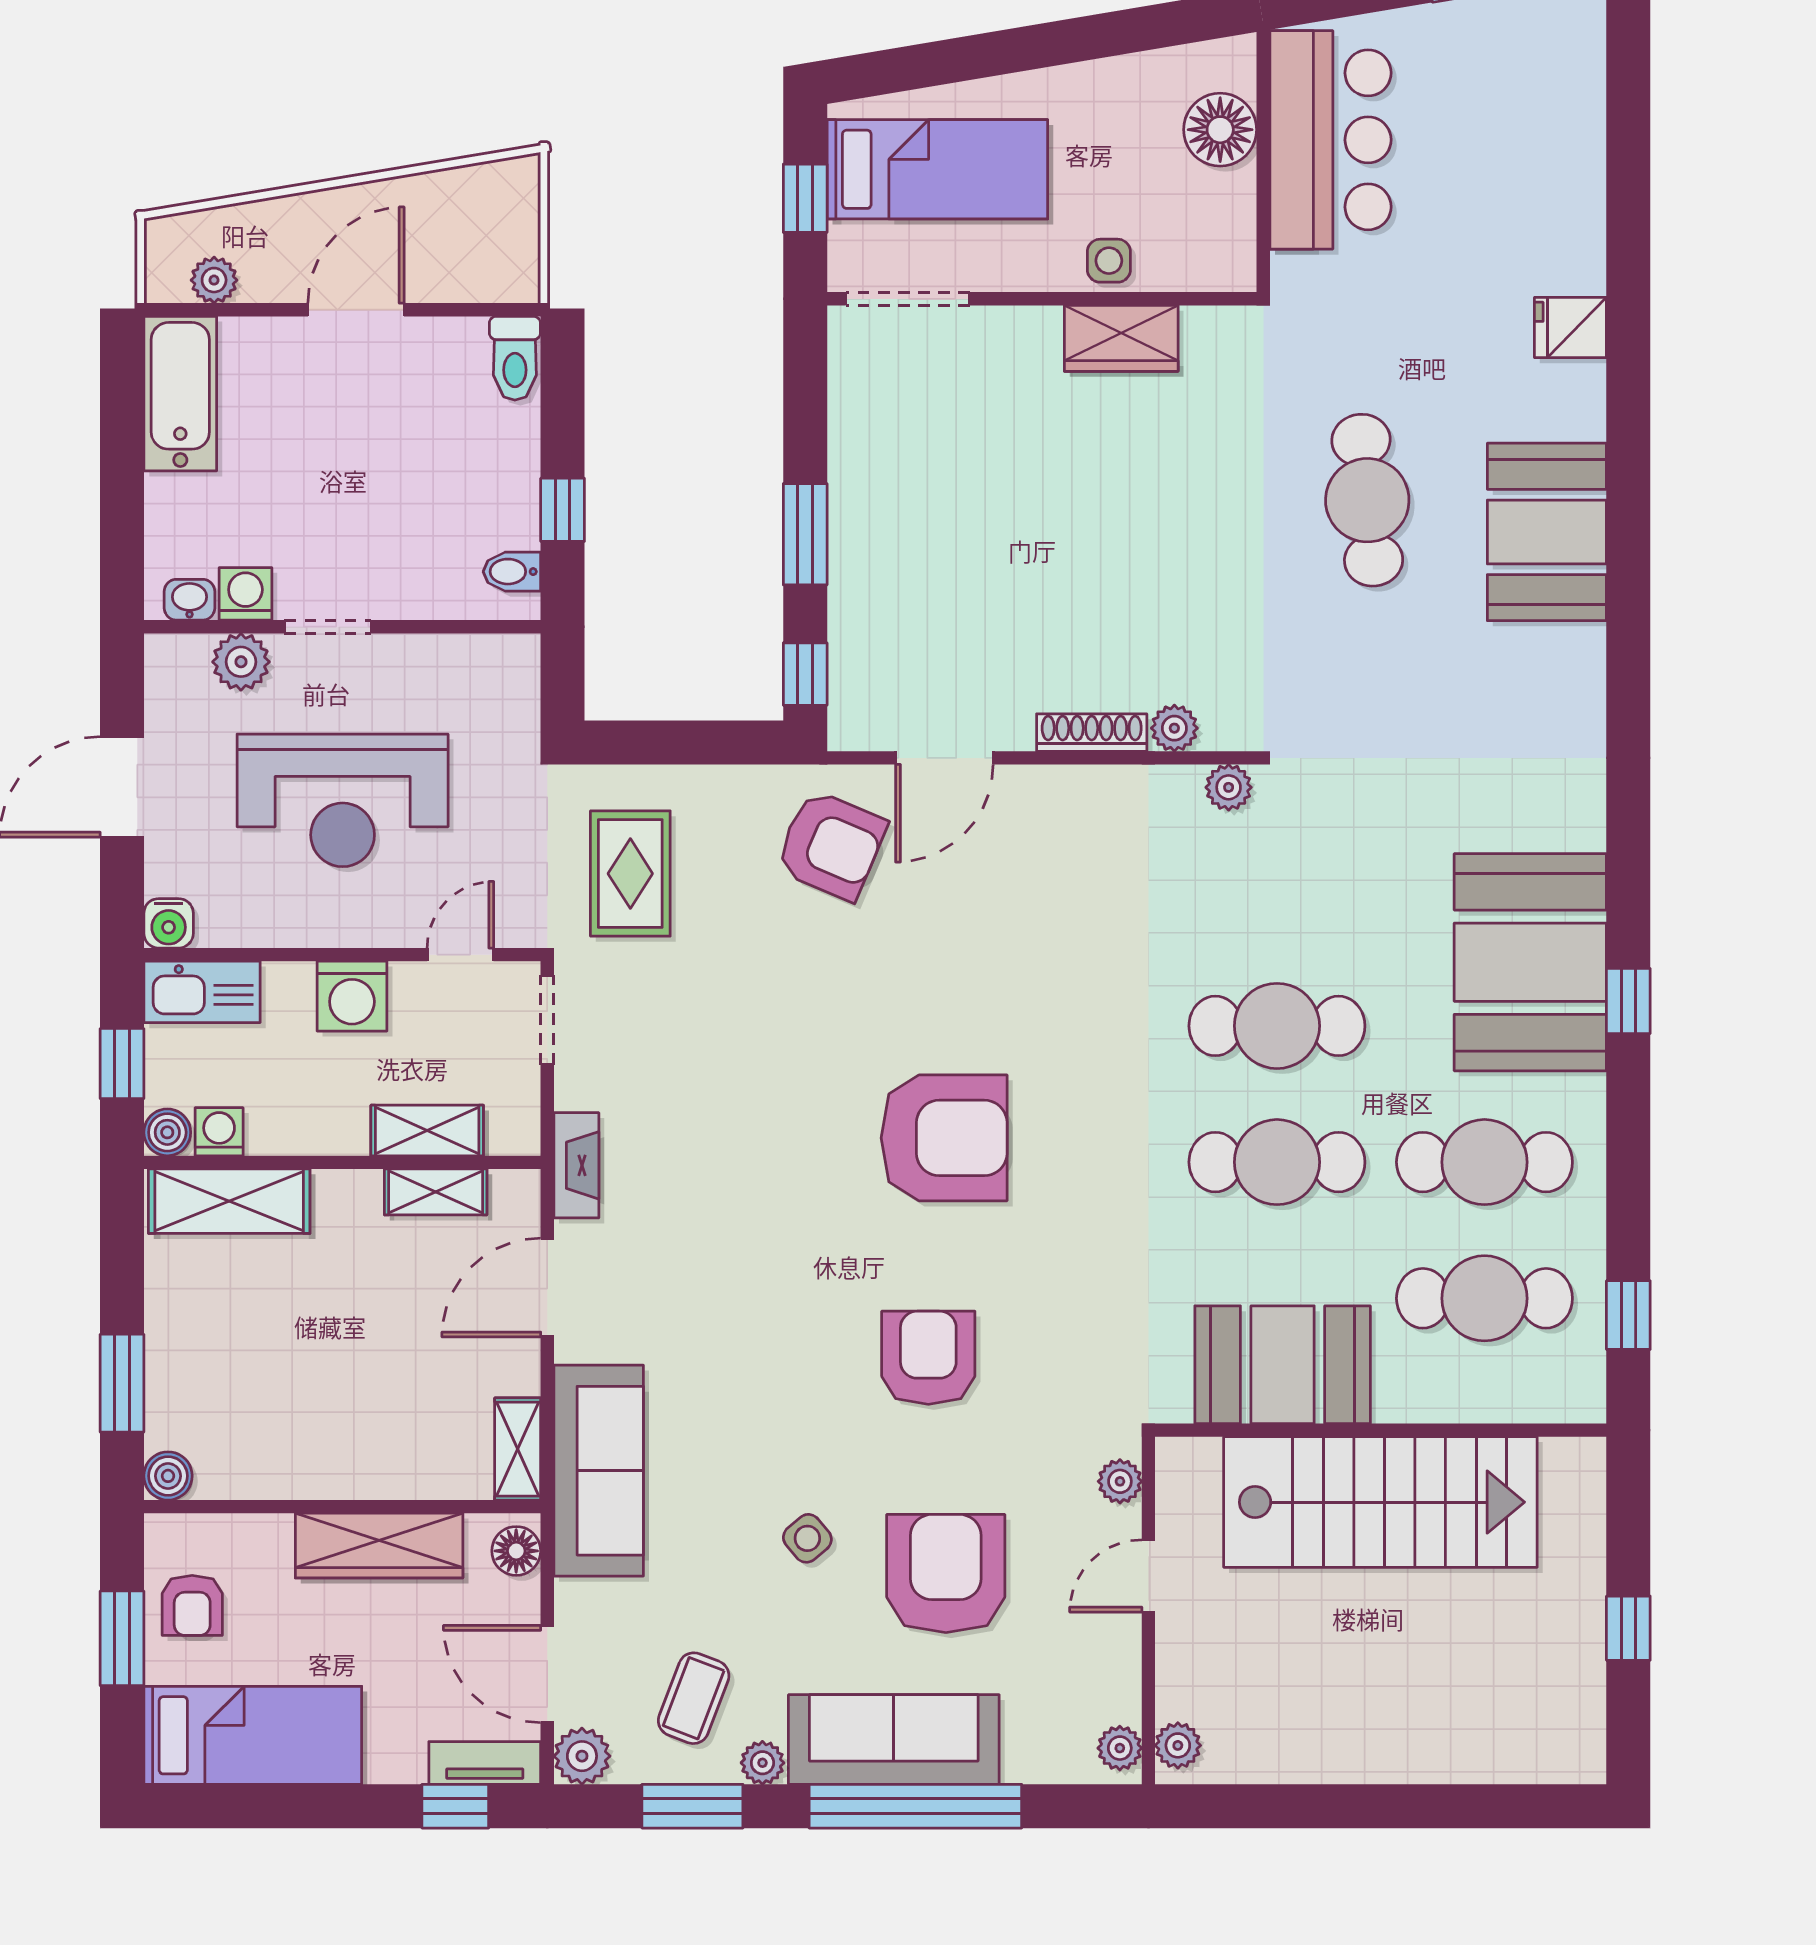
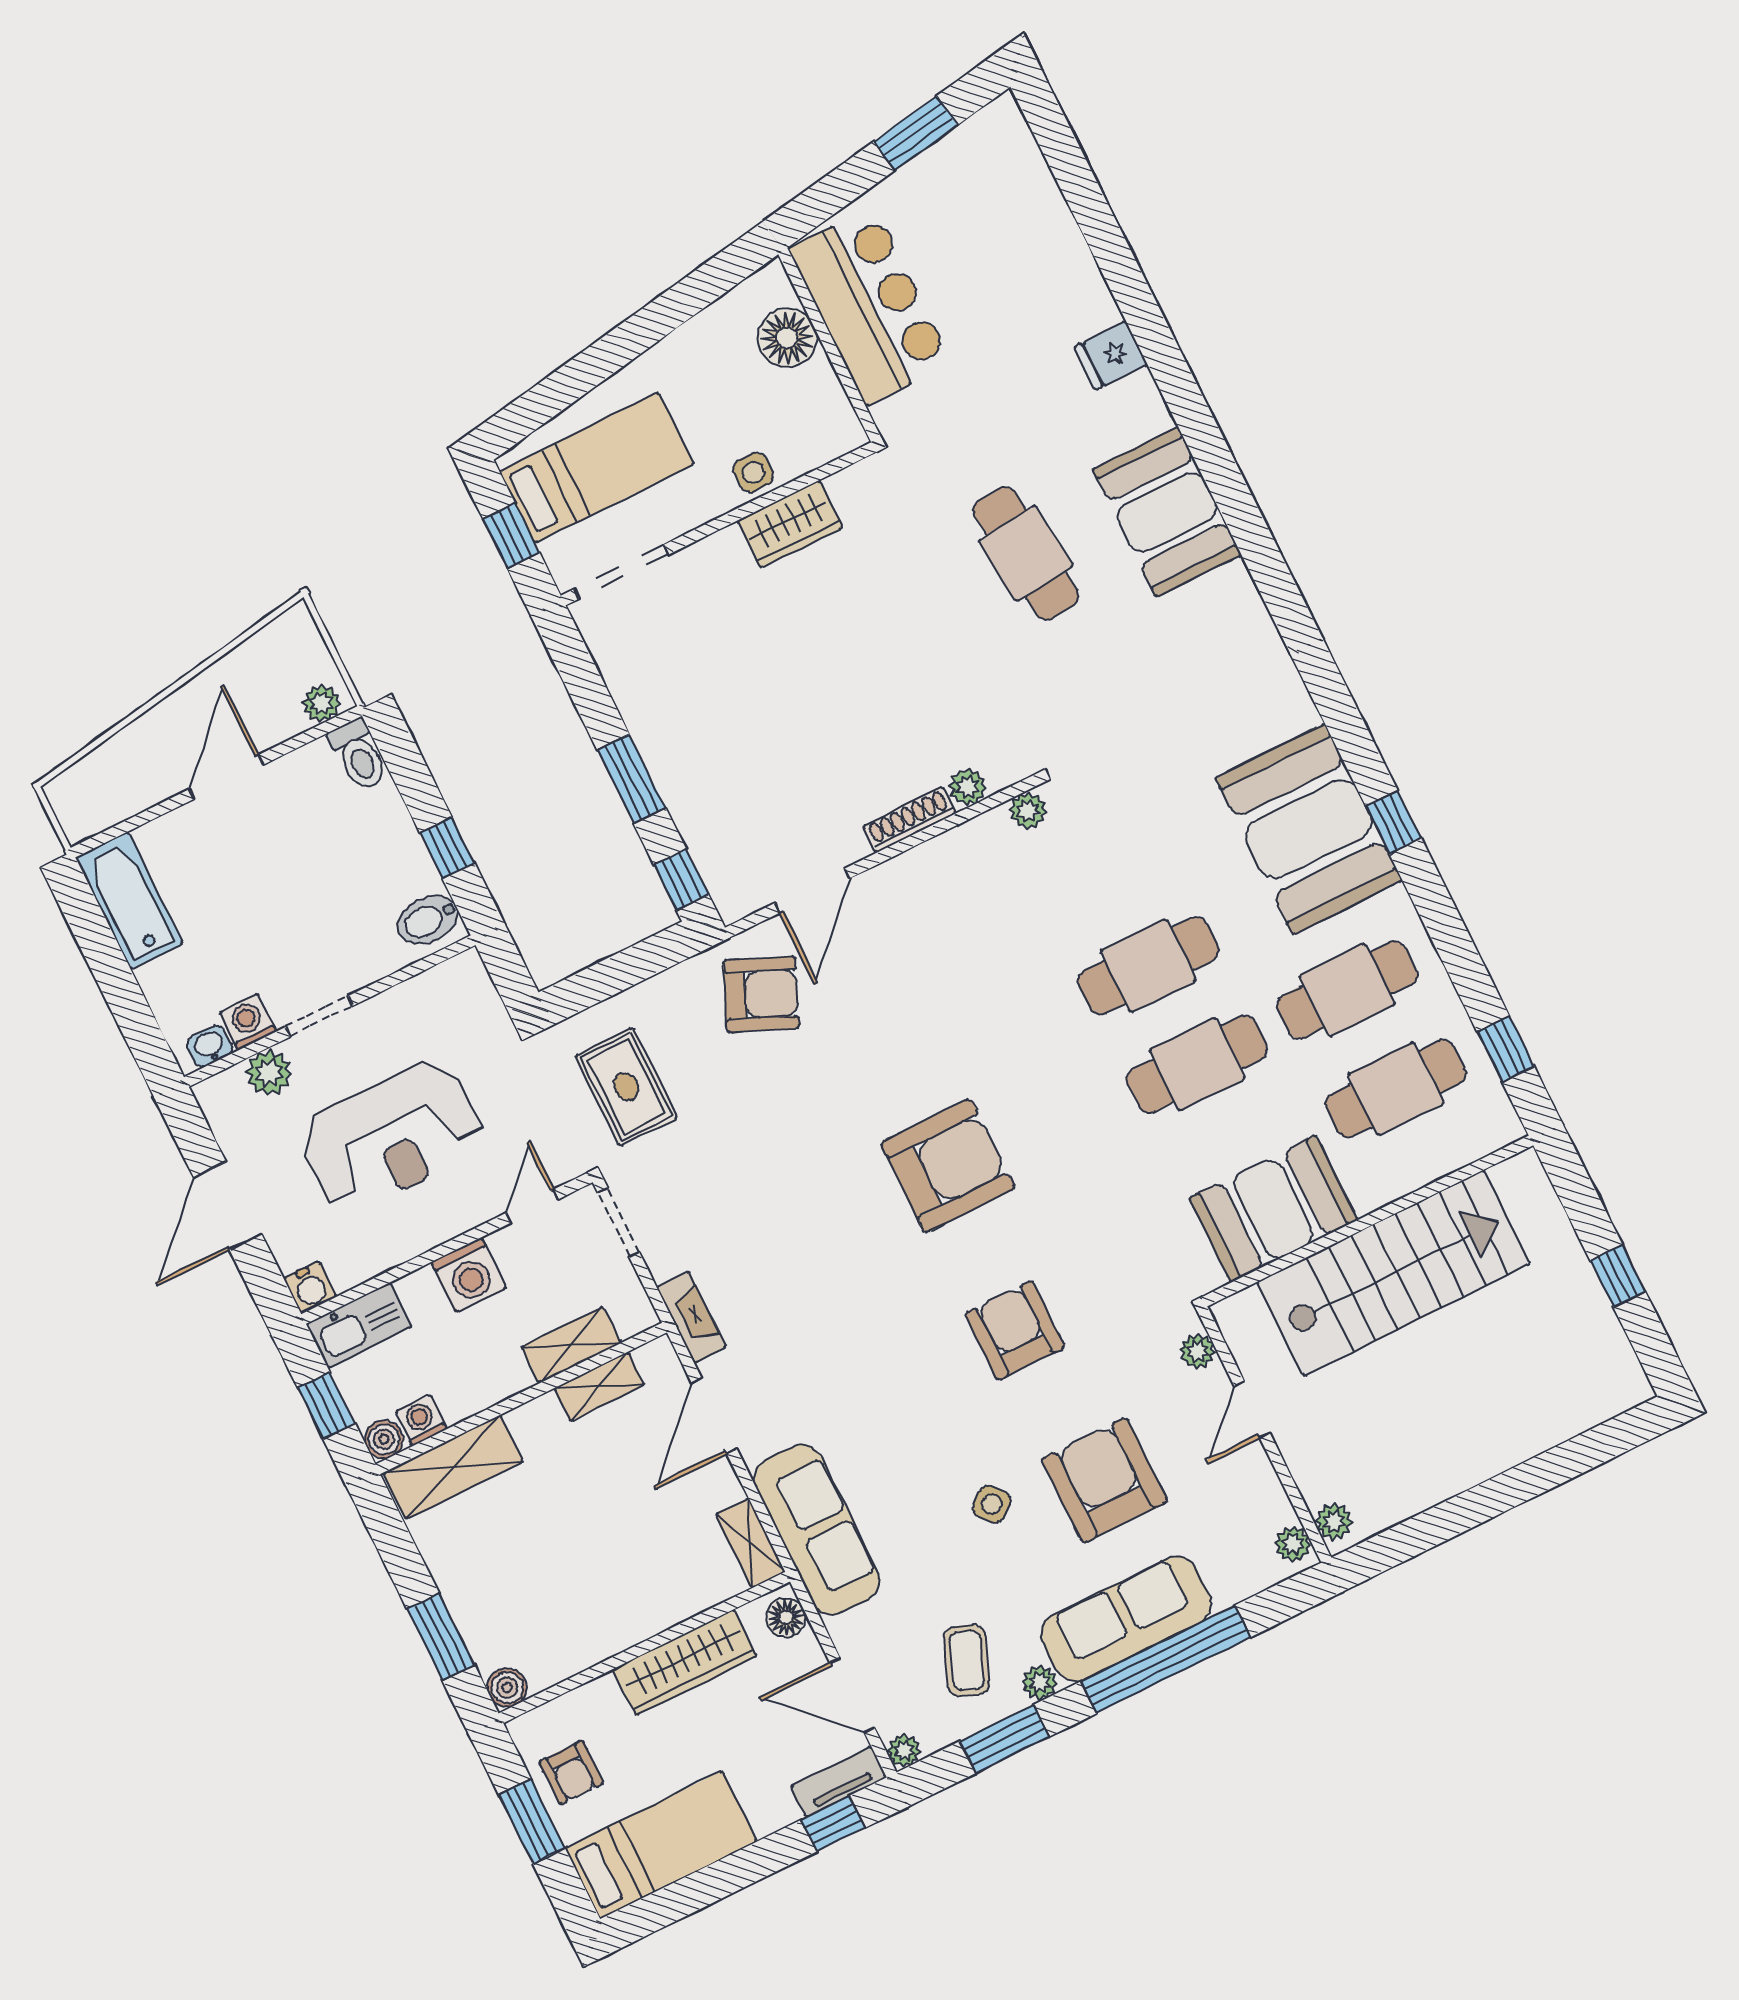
plant: (214, 280) -> (321, 703), moved
bidet: (512, 572) -> (428, 920), width x1.38, depth x1.36
plant: (582, 1756) -> (904, 1751), width x0.73, depth x0.73

